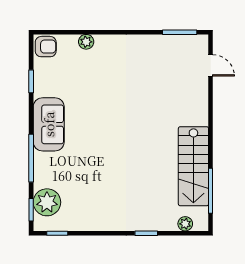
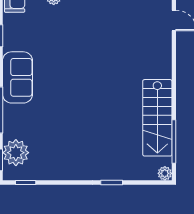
plant: (185, 224) -> (165, 173), moved

